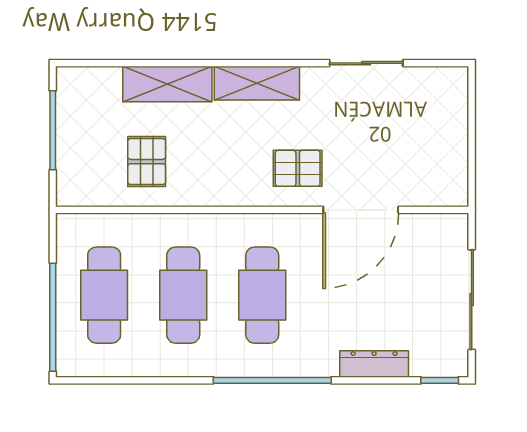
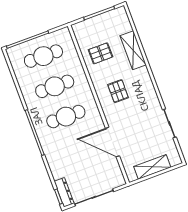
shelving: (257, 83) -> (152, 167), moved, turned 90
pallet: (298, 168) -> (118, 91), moved
dresser: (374, 364) -> (64, 192), moved

